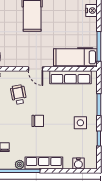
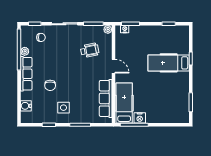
nightstand: (91, 11) -> (140, 118), moved
door: (36, 69) -> (113, 66), swing flipped
chair: (38, 121) -> (50, 85), moved

